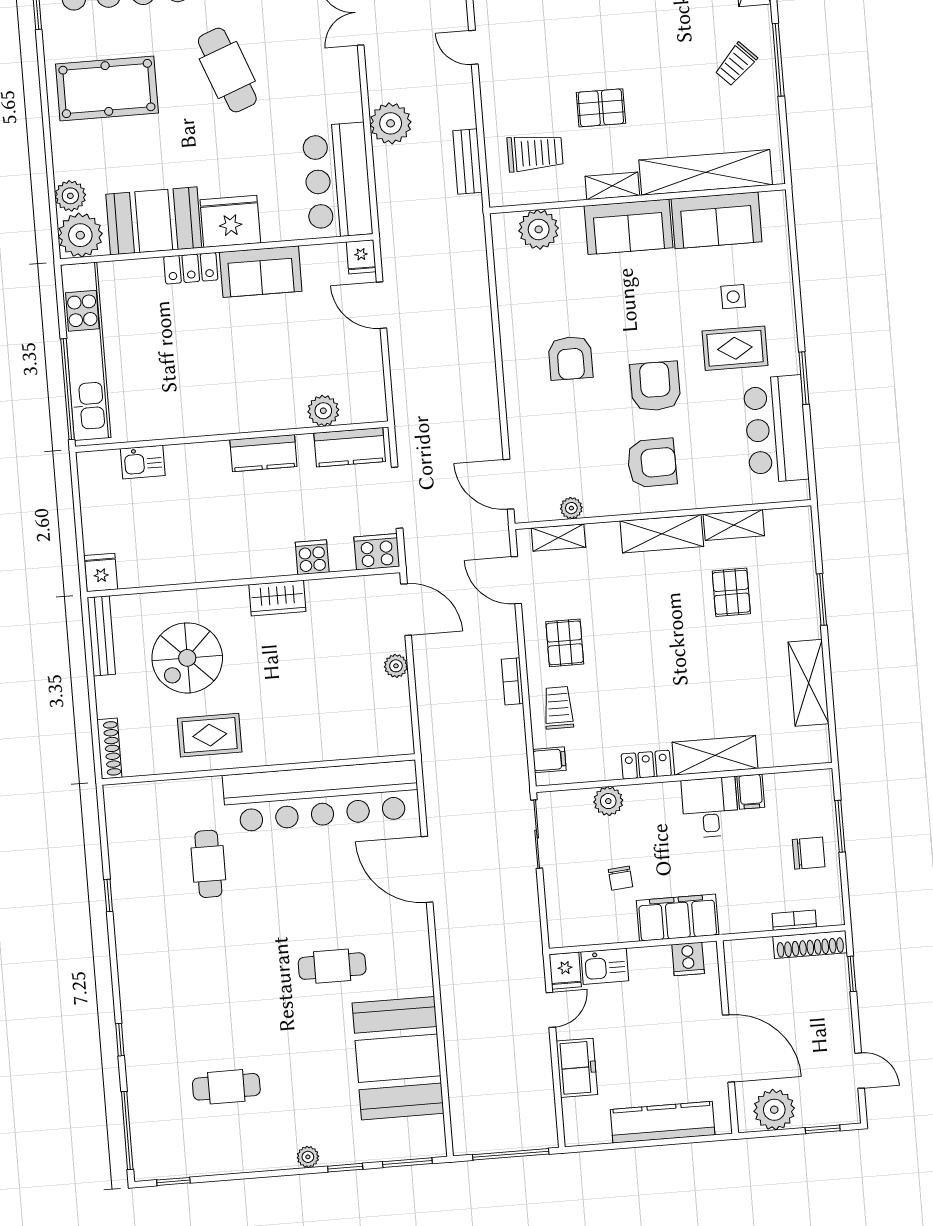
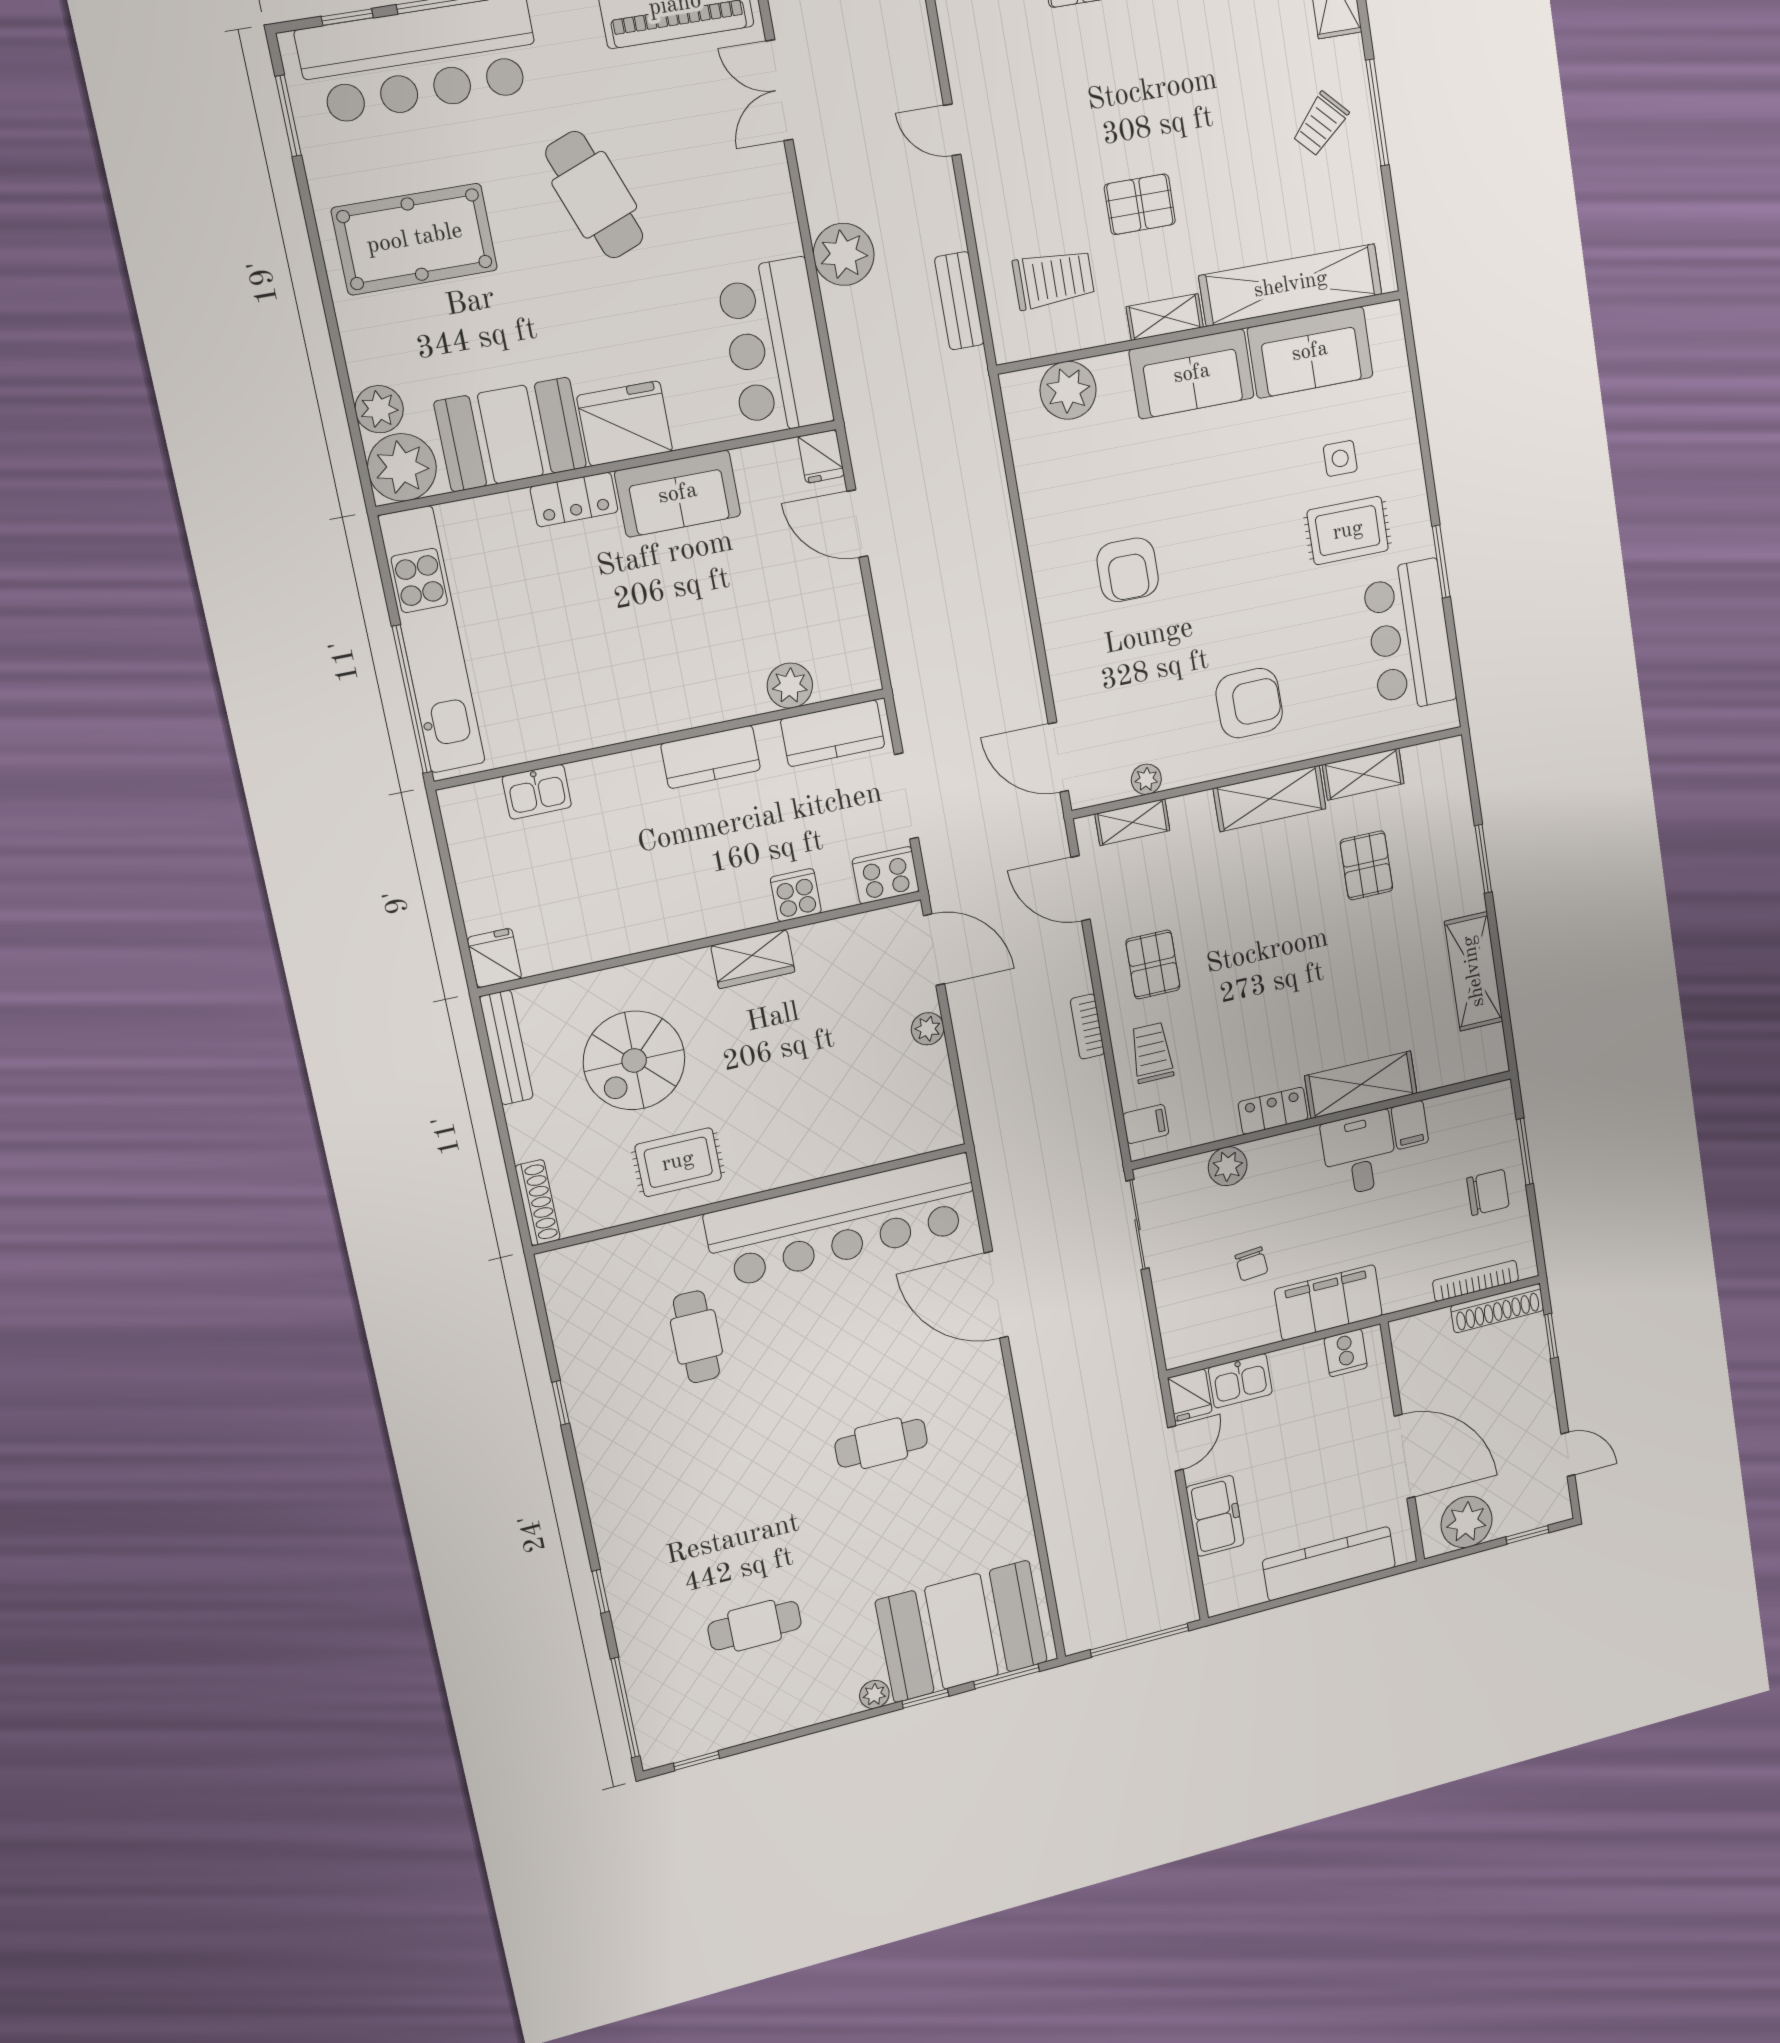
armchair: (655, 386) -> (1246, 596), removed
bookcase: (794, 920) -> (1476, 1281), width x1.56
booth: (398, 1058) -> (962, 1631), moved, turned 90

